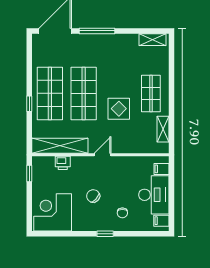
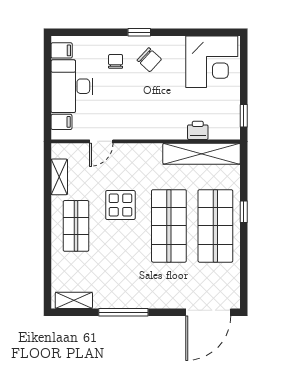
window: (97, 31) -> (123, 312), moved
door: (103, 155) -> (101, 141), moved
chair: (93, 196) -> (149, 60), moved

